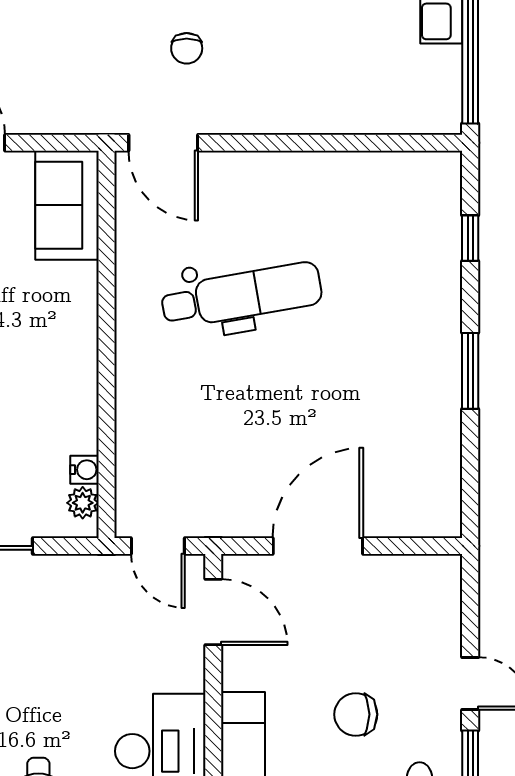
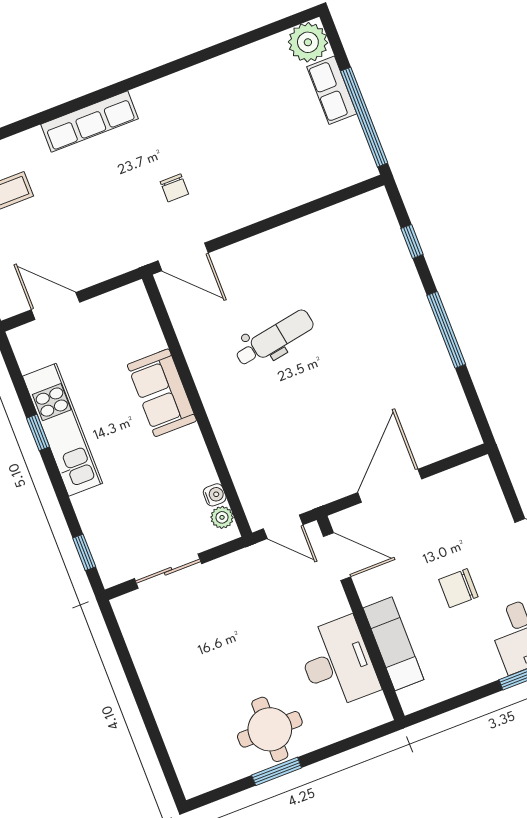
sofa: (67, 205) -> (162, 393), moved
dental chair: (242, 295) -> (274, 338), width x0.73, depth x0.72
window: (470, 371) -> (446, 330), width x1.44

